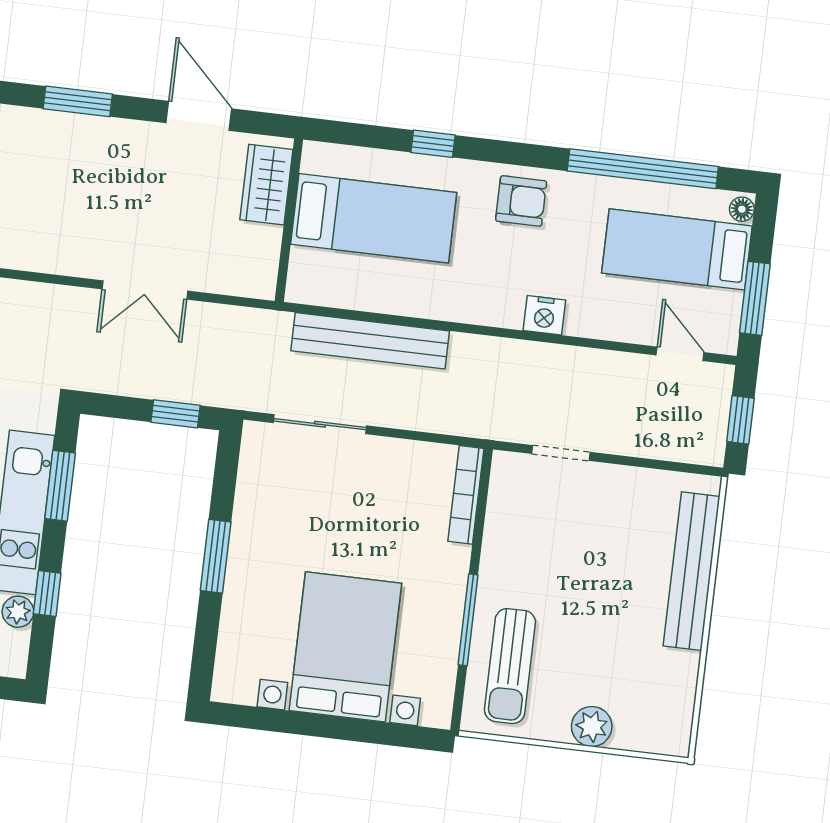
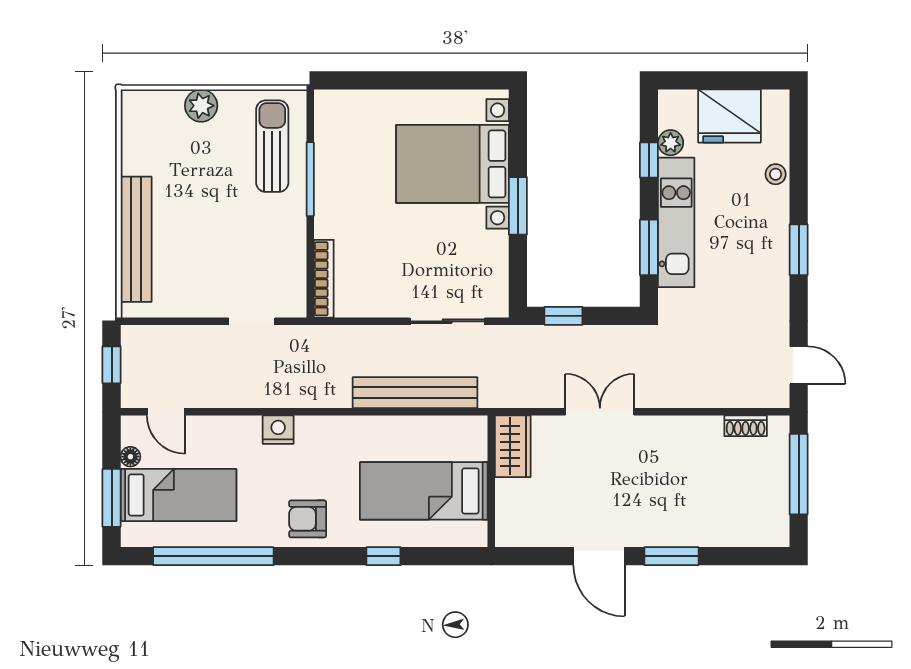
door: (199, 116) -> (599, 556), moved
wardrobe: (266, 185) -> (513, 446), moved
floor lamp: (742, 209) -> (130, 457), moved
window: (755, 298) -> (112, 498), moved
bed with nightstands: (345, 647) -> (452, 164), moved, turned 90

